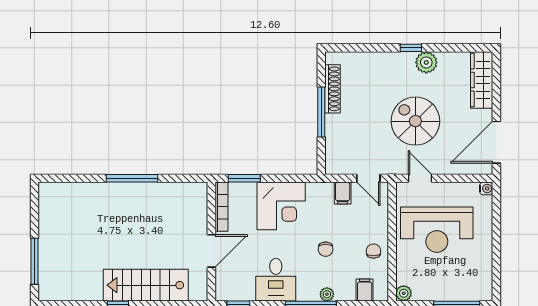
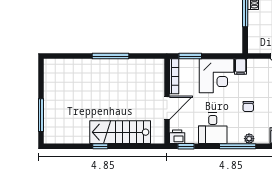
filing cabinet: (343, 193) -> (241, 67), moved
printer: (226, 291) -> (177, 137), added

